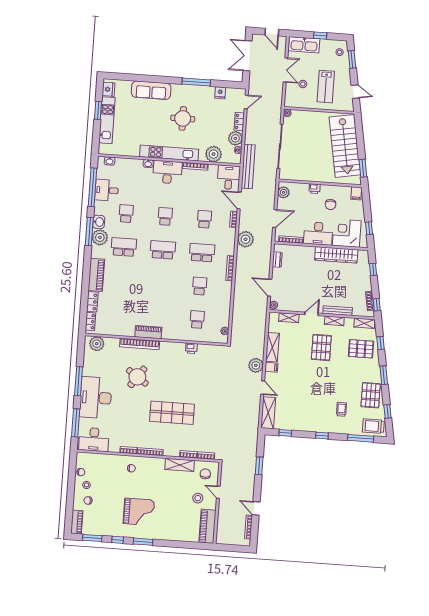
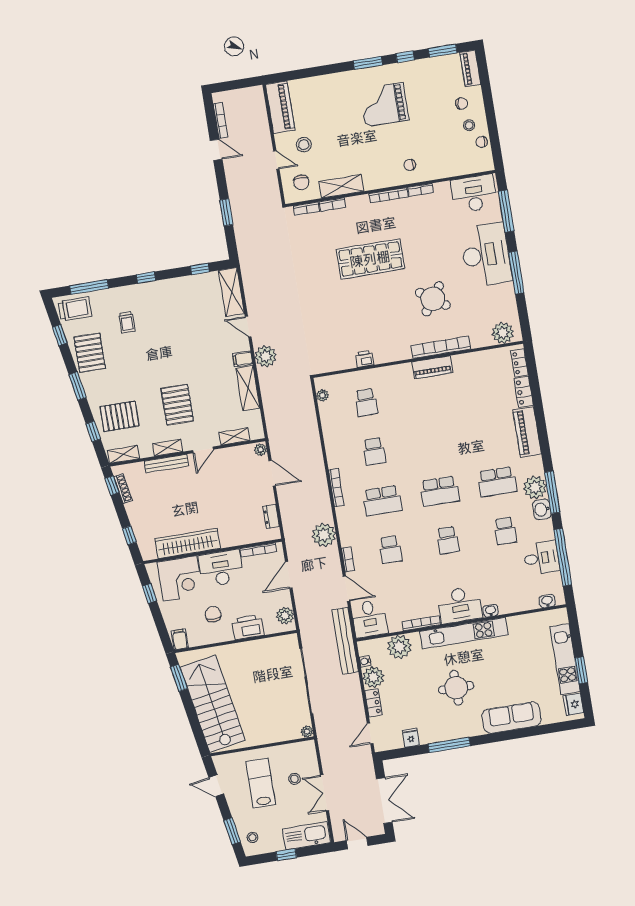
printer: (314, 189) -> (248, 627), width x1.87, depth x1.48

